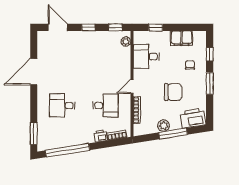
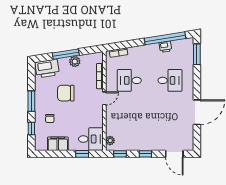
desk: (146, 57) -> (91, 139), moved
printer: (101, 136) -> (165, 47), moved

